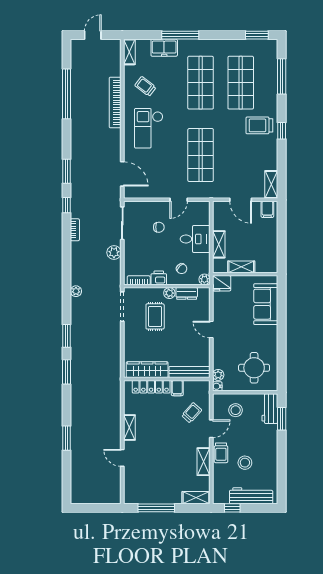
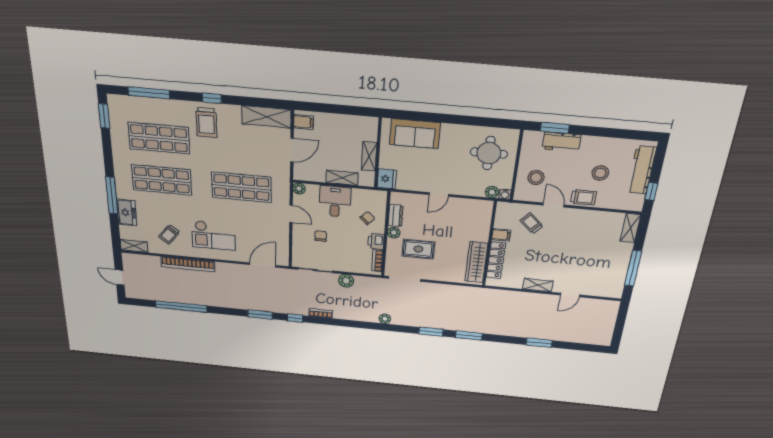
shelving: (271, 184) -> (266, 117), width x1.50, depth x1.33
plant: (204, 279) -> (299, 189), moved
bench: (189, 372) -> (485, 221), removed
workbench: (270, 409) -> (562, 142), moved
shelving: (204, 462) -> (590, 216), removed

